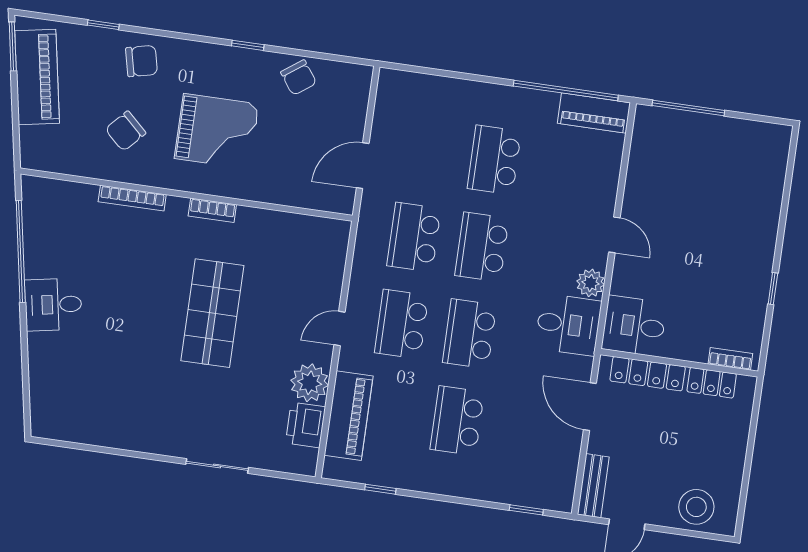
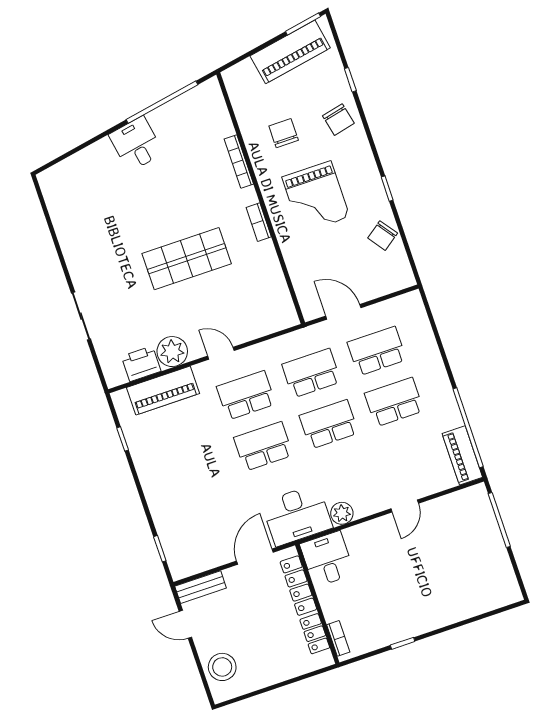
chair: (126, 131) -> (284, 133), turned 47
door: (614, 235) -> (405, 506), moved
desk: (568, 325) -> (297, 515), width x1.37
school desk: (457, 421) -> (377, 351), moved

